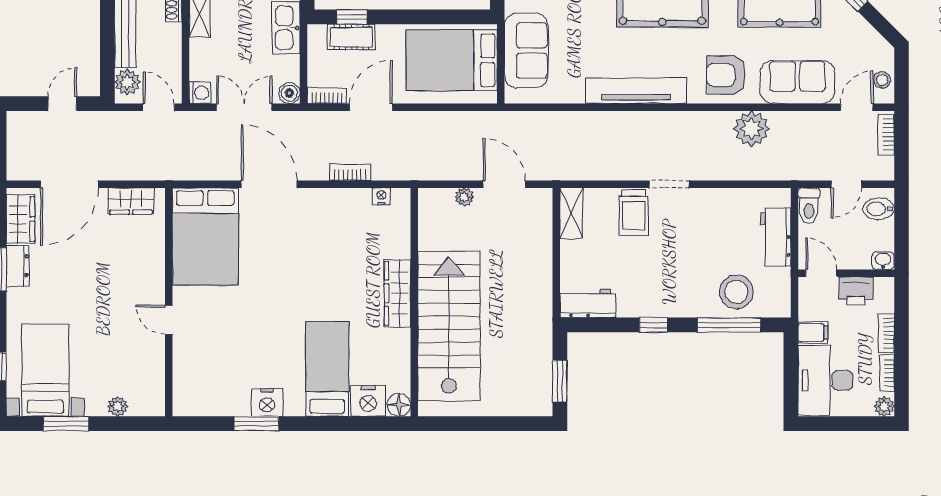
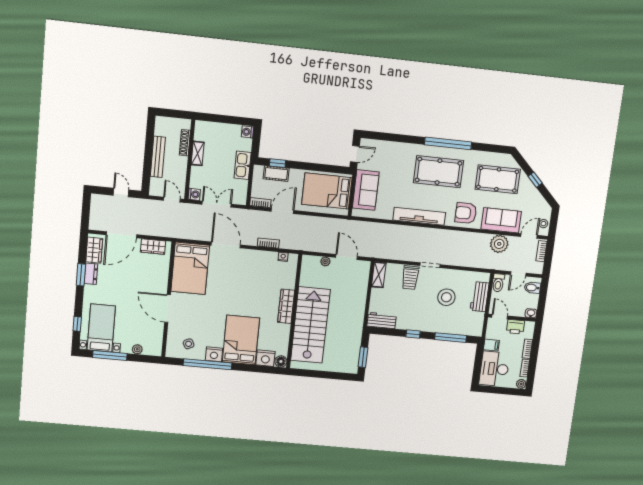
plant: (127, 82) -> (156, 185), removed
boiler: (289, 93) -> (241, 199), removed
door: (62, 104) -> (121, 193), hinge flipped
plant: (752, 129) -> (499, 244), moved
stool: (736, 292) -> (446, 297), moved
door: (169, 320) -> (167, 309), width x1.87
bed: (327, 369) -> (241, 340), width x1.50
side table: (216, 386) -> (189, 344), added
window: (66, 424) -> (110, 355), width x1.44
window: (256, 424) -> (208, 364), width x2.11

